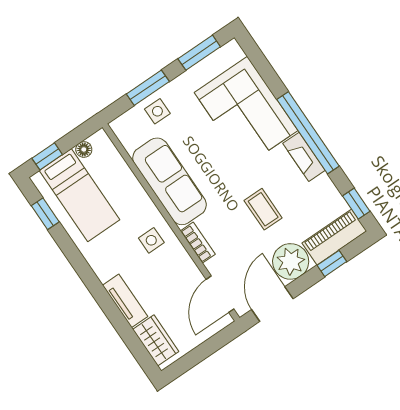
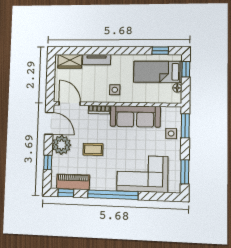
window: (148, 88) -> (185, 126), moved
fireplace: (304, 157) -> (103, 185), removed
piano: (334, 237) -> (73, 182), moved, turned -90

